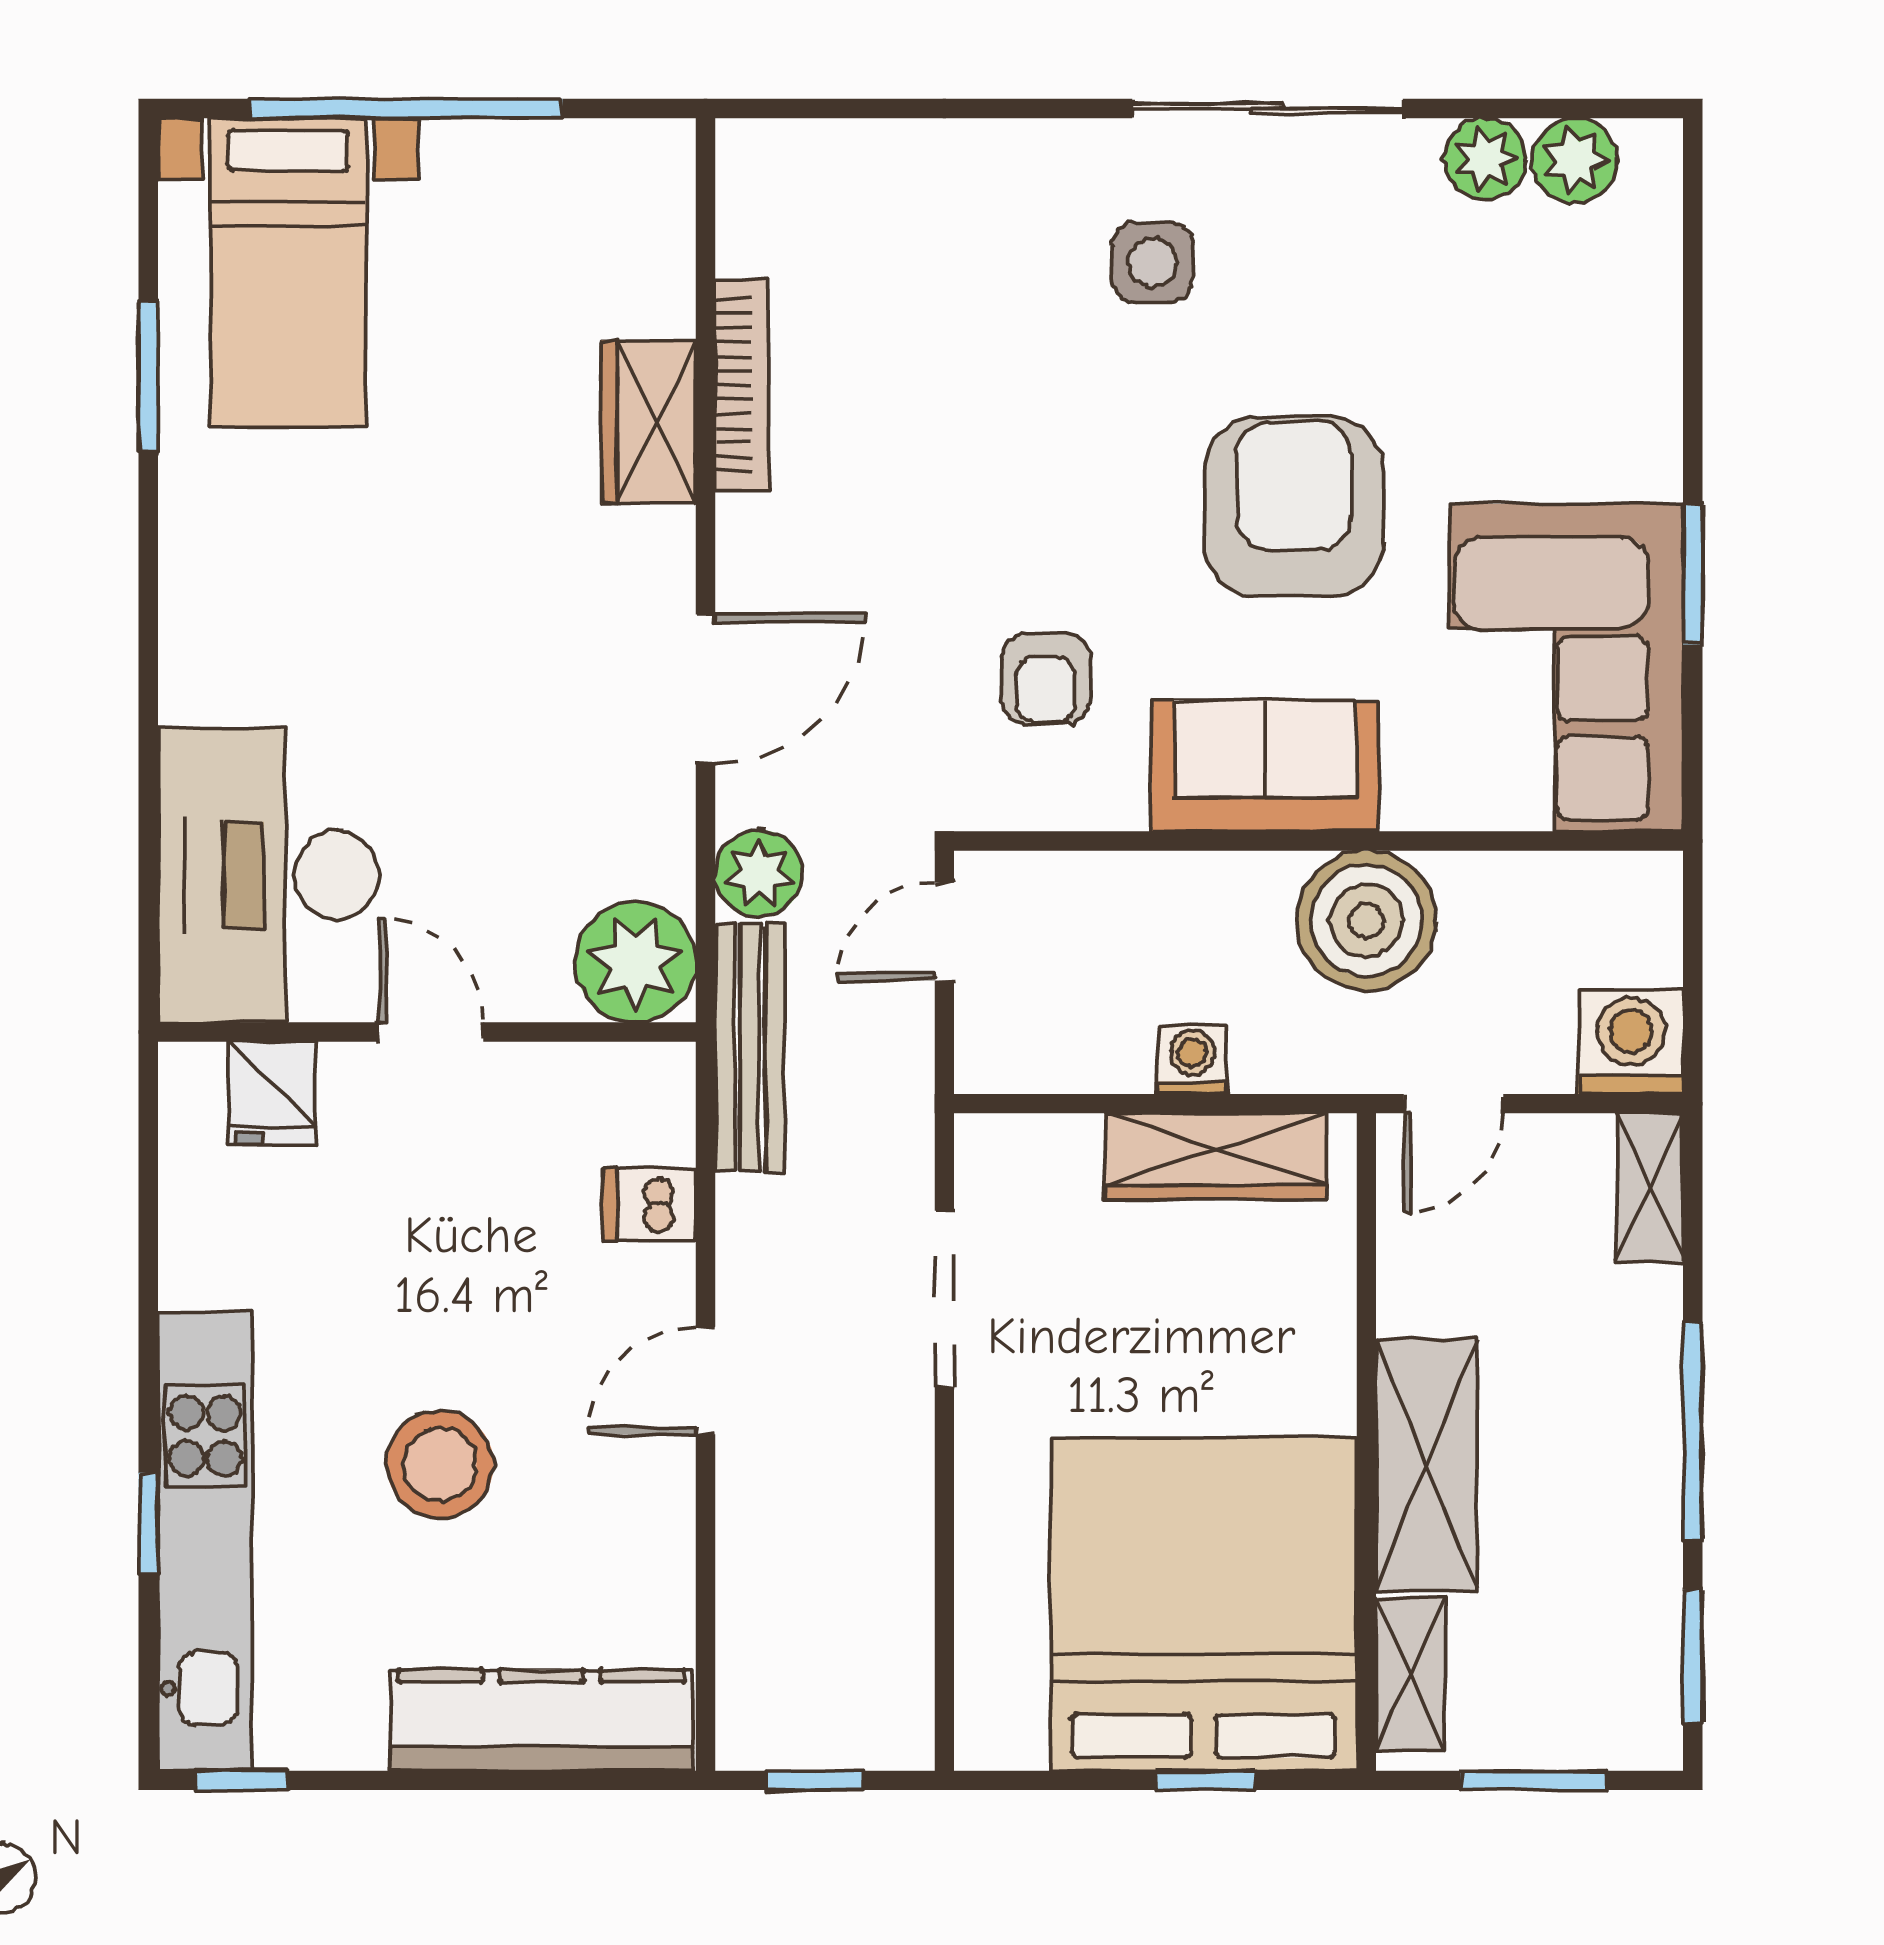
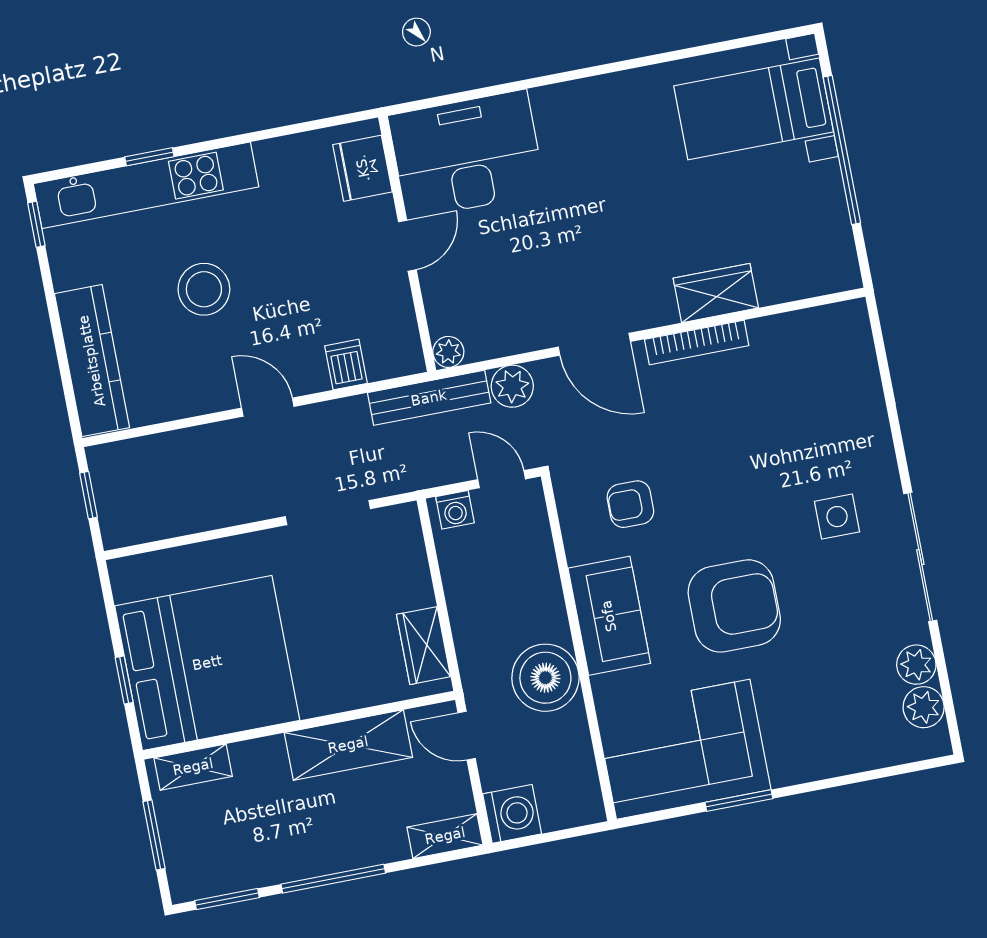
window: (148, 377) -> (691, 52), removed
bookcase: (742, 385) -> (697, 342), moved
plant: (636, 962) -> (448, 352), width x0.53, depth x0.53
washing machine: (1192, 1060) -> (455, 510), moved, turned 90
fridge: (272, 1093) -> (363, 168), width x1.38
wardrobe: (1216, 1156) -> (424, 646), width x0.67
shelving: (1426, 1465) -> (348, 745), moved

